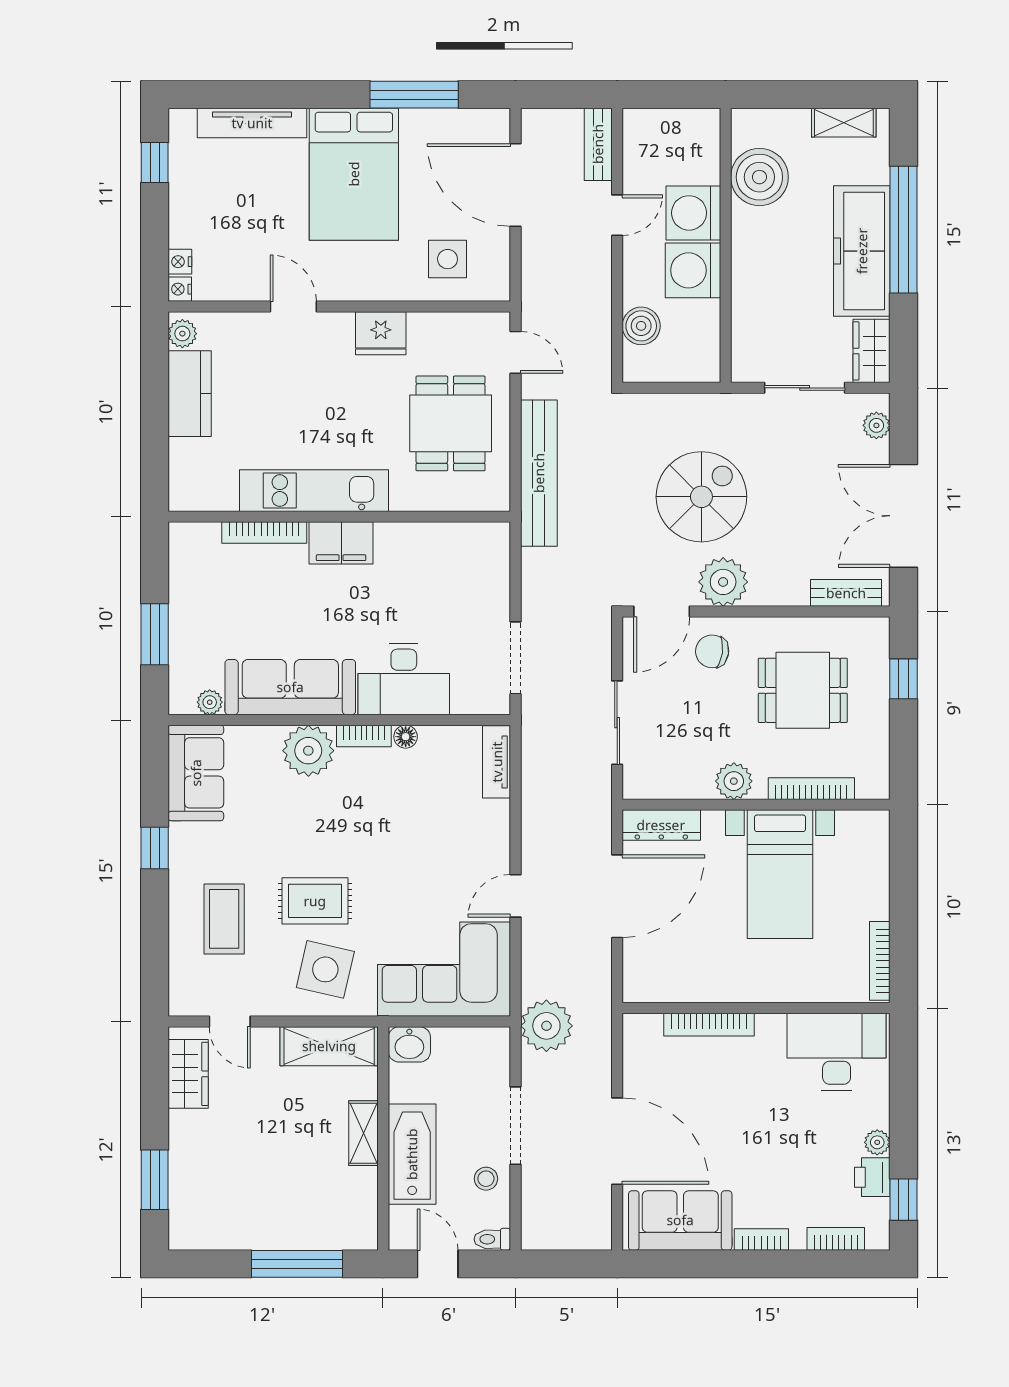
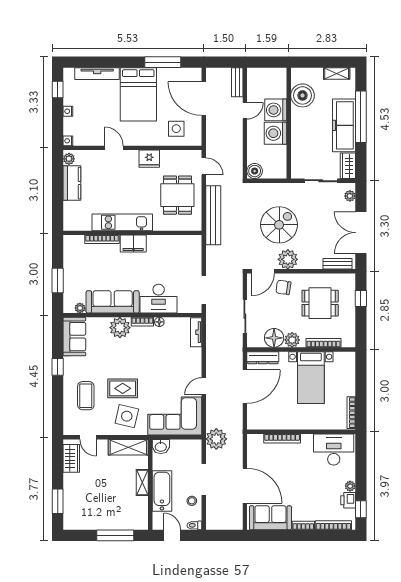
nightstand: (180, 262) -> (68, 111), moved
boiler: (641, 326) -> (255, 171), moved
floor lamp: (689, 776) -> (274, 338), added
bookcase: (836, 1239) -> (333, 525), width x1.56

